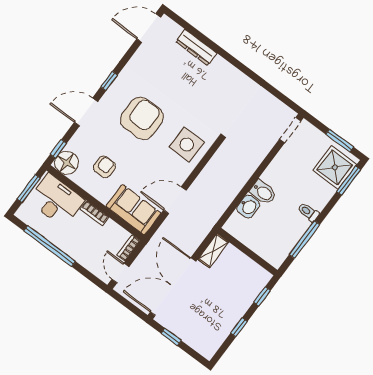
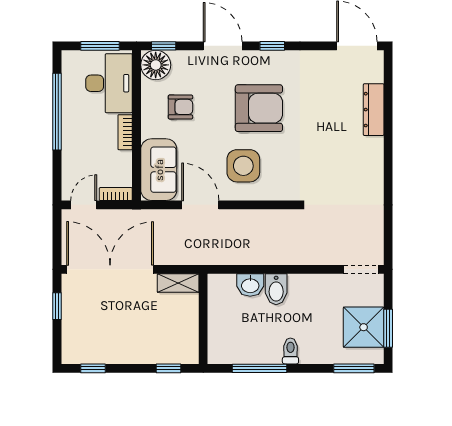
side table: (187, 145) -> (243, 166), moved
shower: (335, 167) -> (364, 327), moved
window: (239, 327) -> (93, 368), moved

